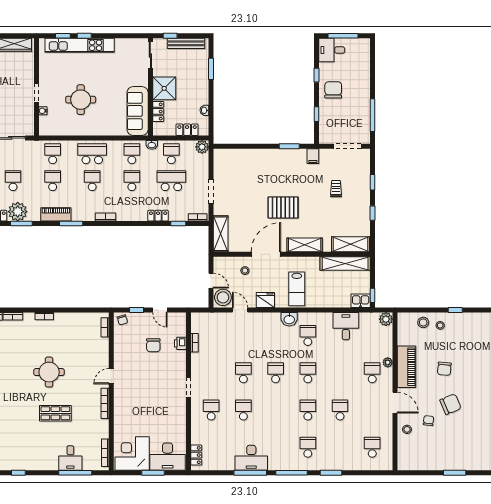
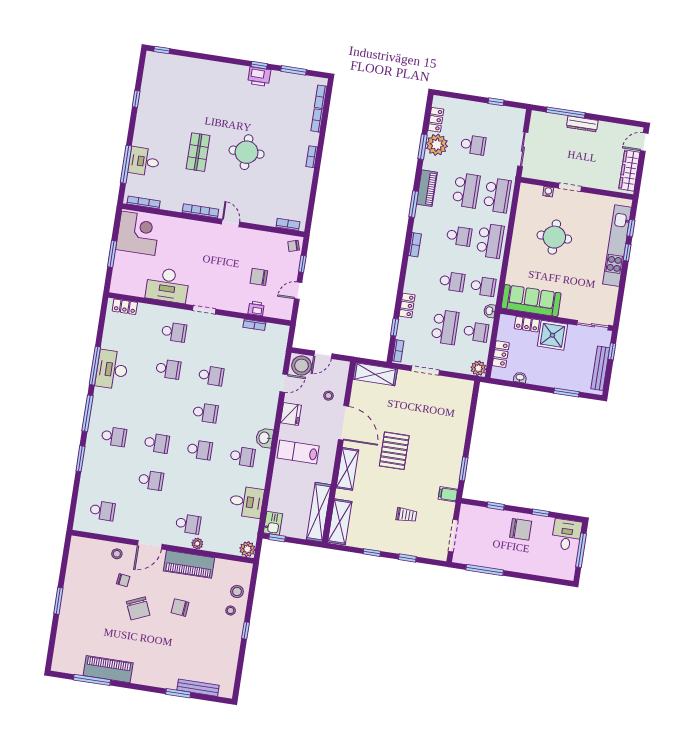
school desk: (53, 154) -> (497, 195), width x1.85
school desk: (53, 181) -> (466, 190), width x1.85
desk: (168, 457) -> (167, 285), moved, turned -90

